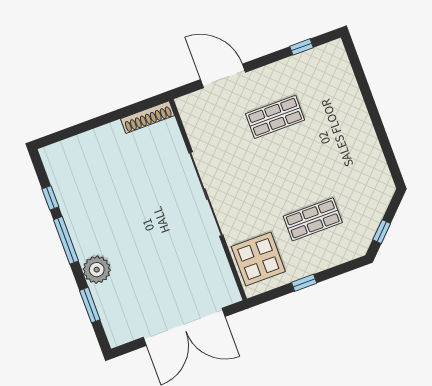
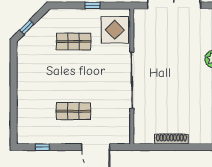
shoe rack: (148, 117) -> (171, 139), moved
window: (382, 232) -> (27, 27), moved

